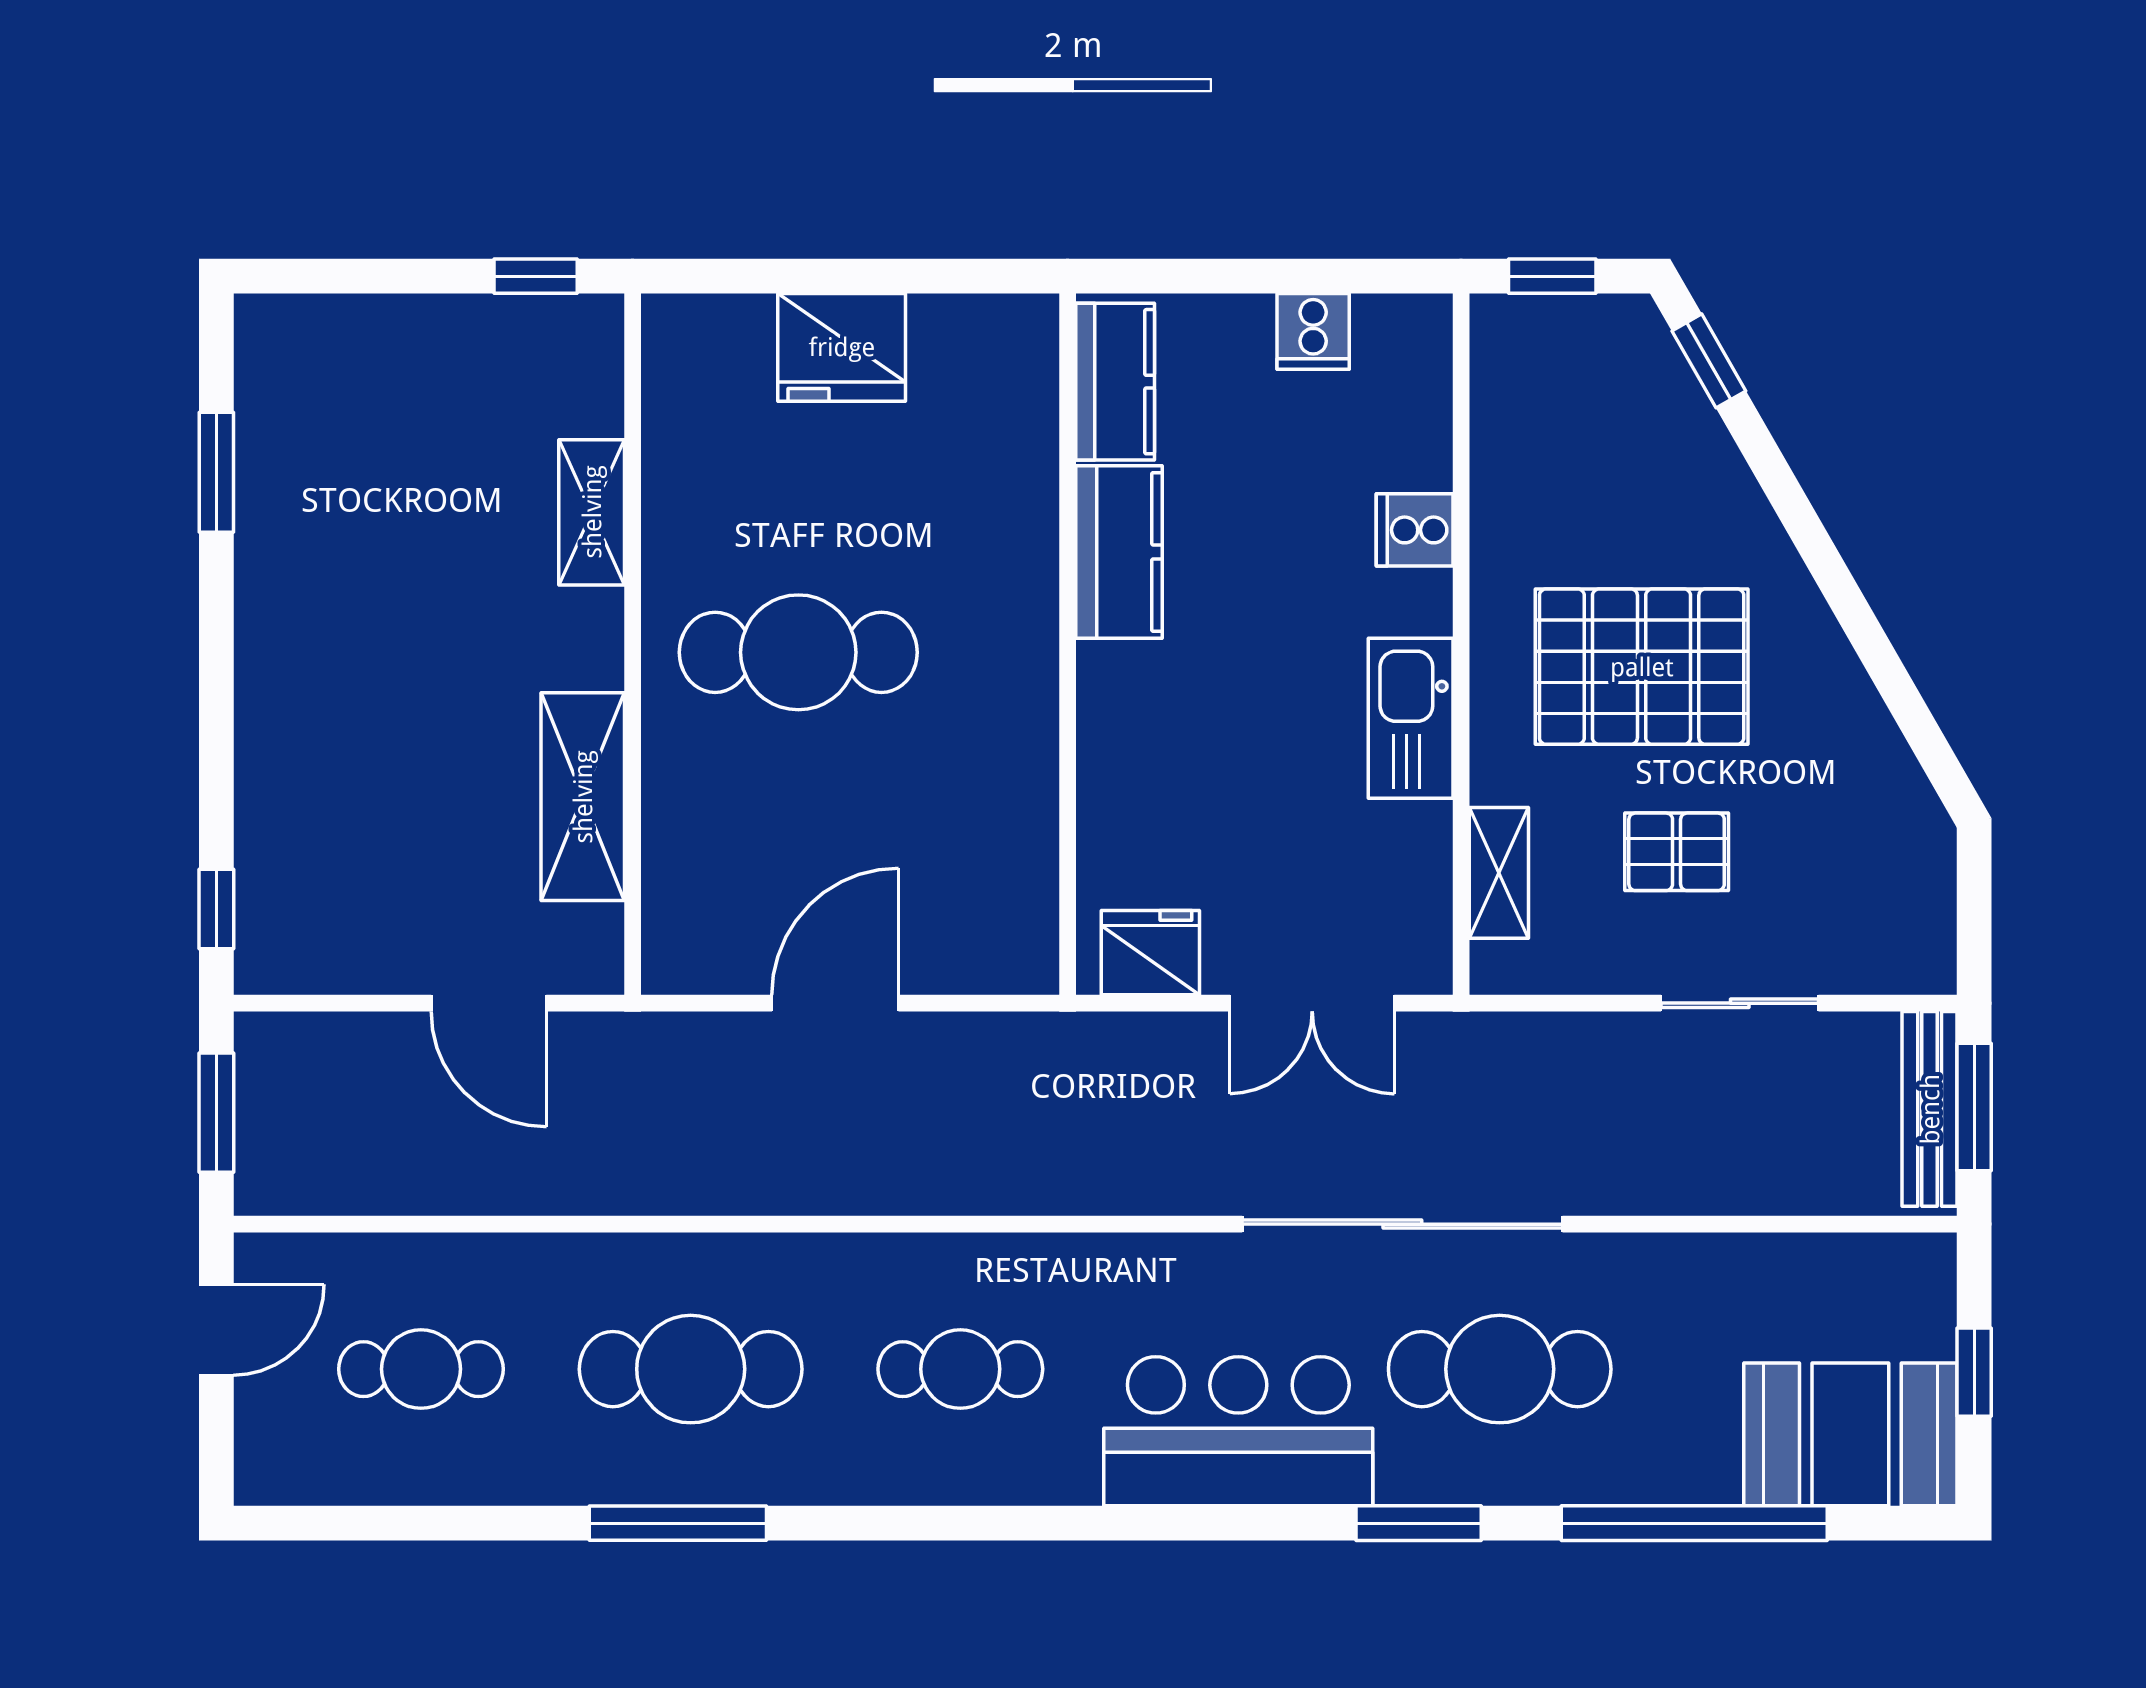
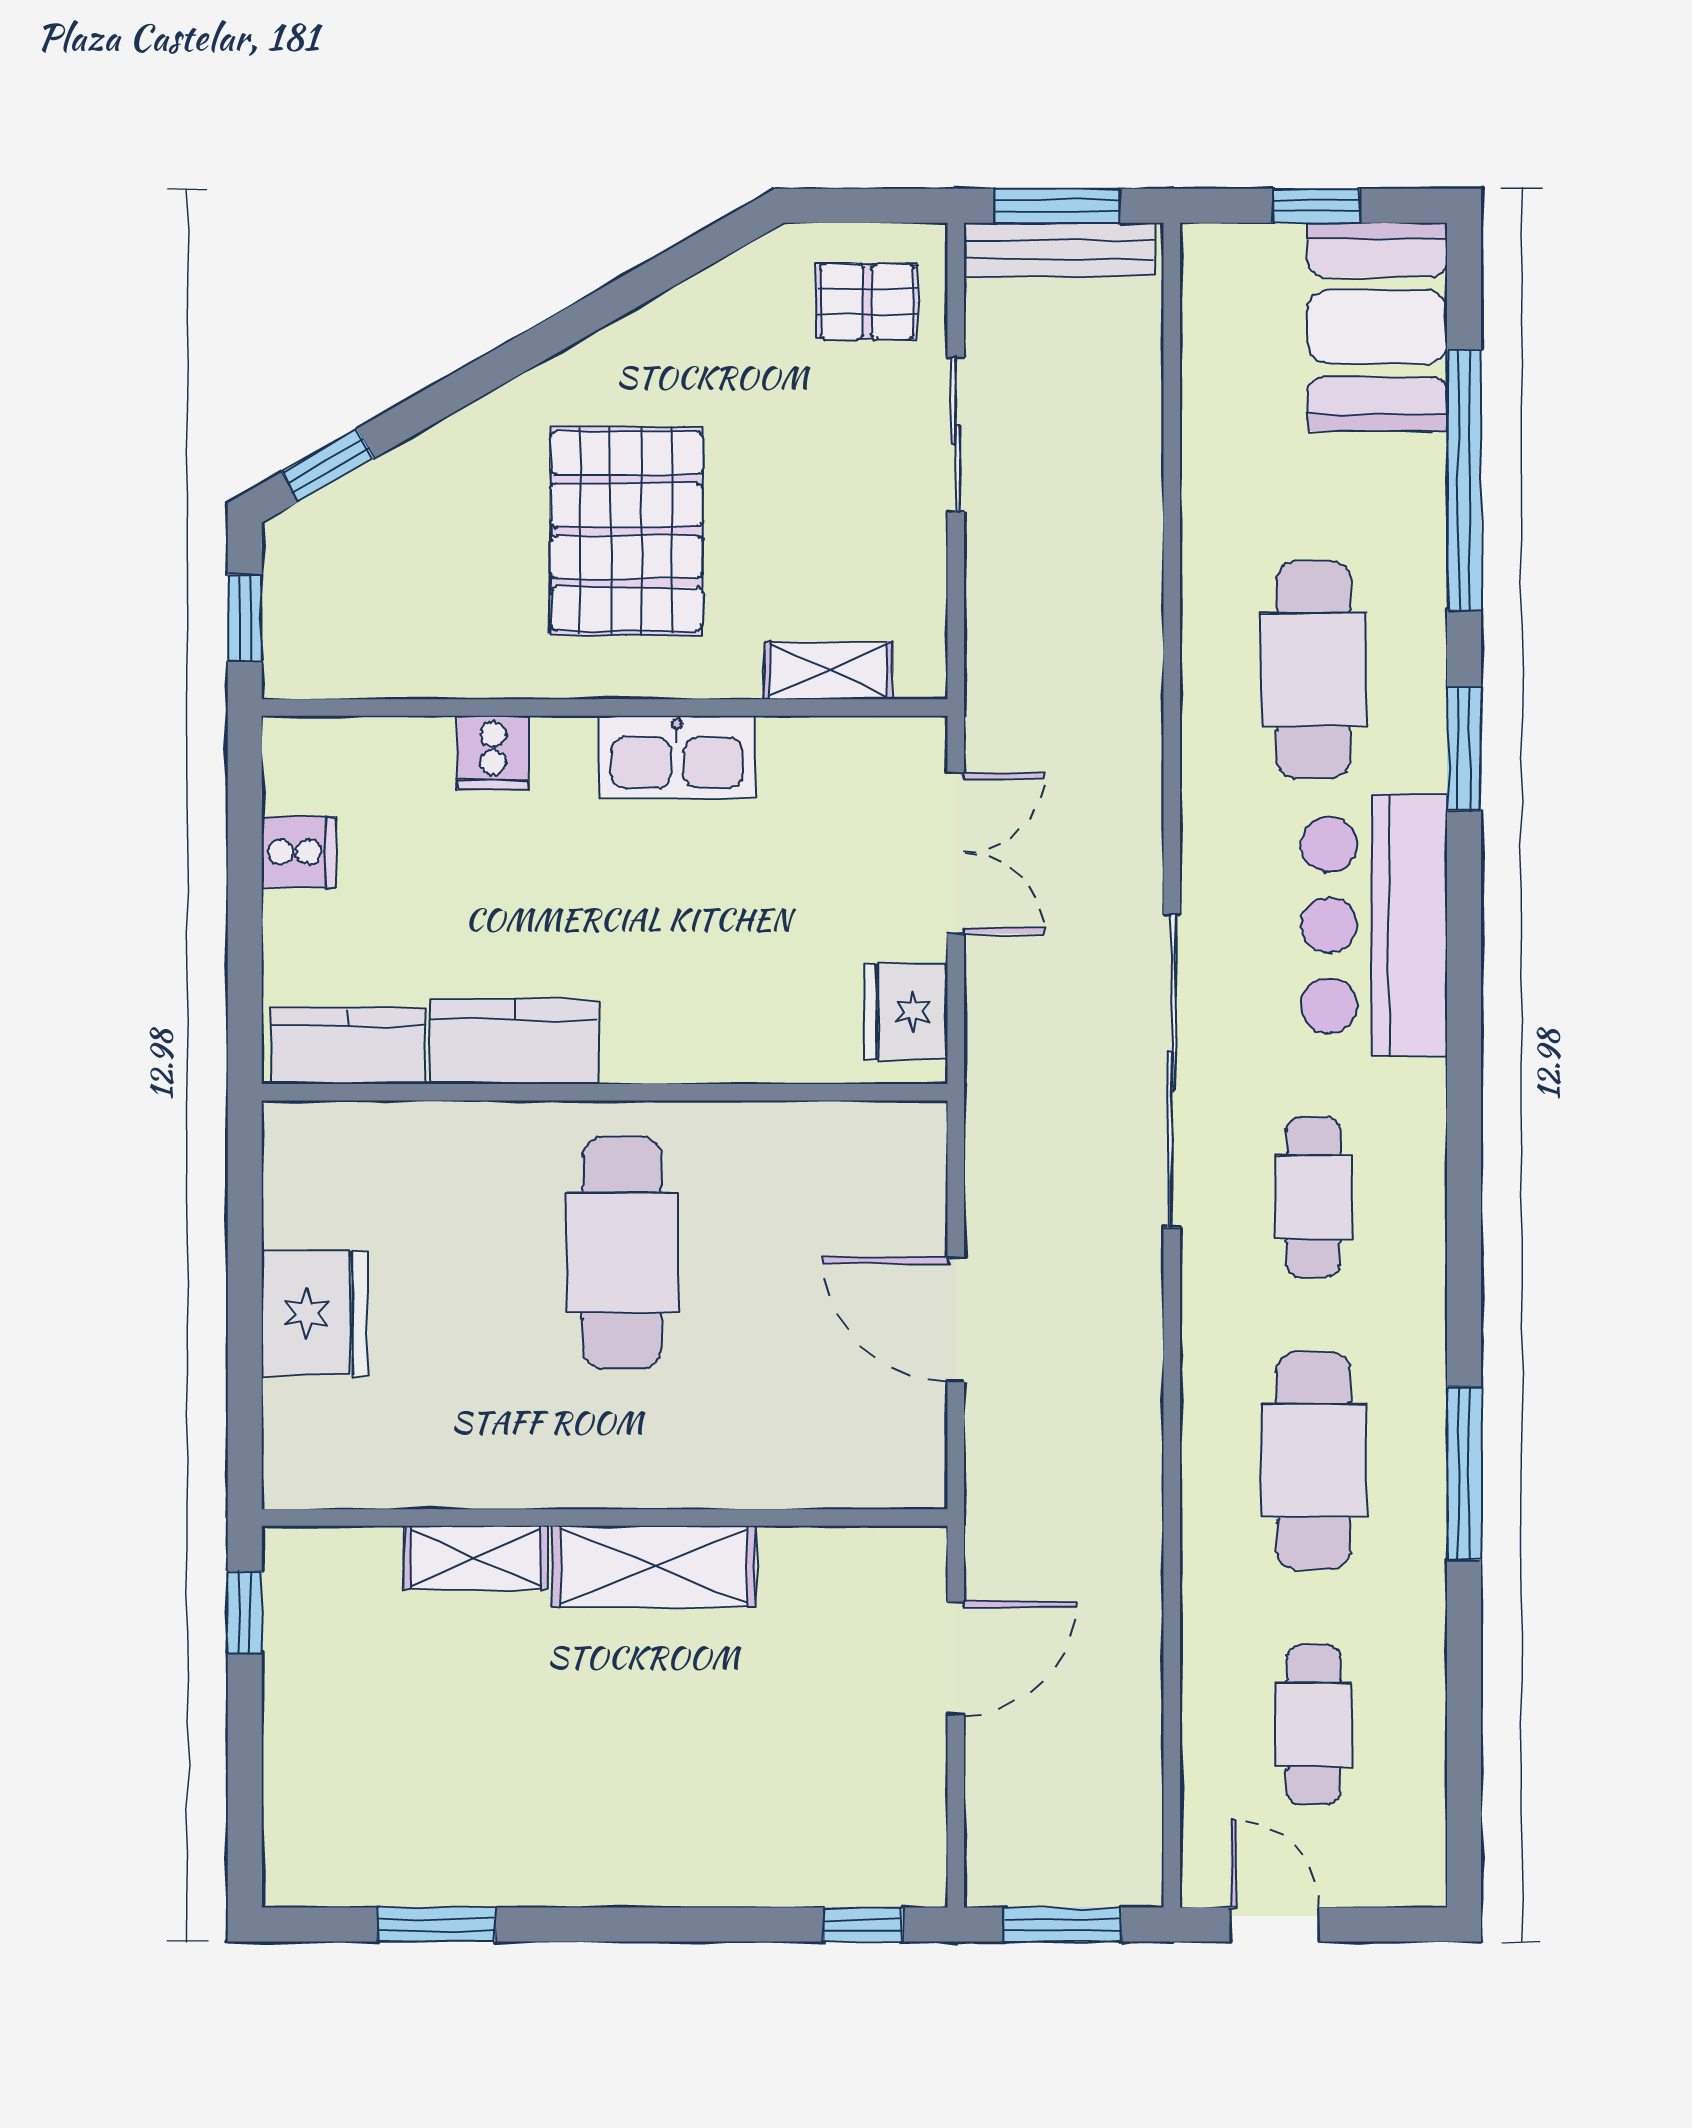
cafe table: (798, 652) -> (622, 1252), moved
shelving: (583, 797) -> (654, 1566), moved
pallet: (1677, 852) -> (867, 302), moved, turned 90
sliding door: (1402, 1224) -> (1172, 1071), moved

